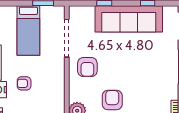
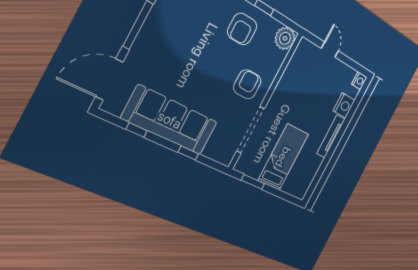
armchair: (24, 83) -> (319, 100), removed

